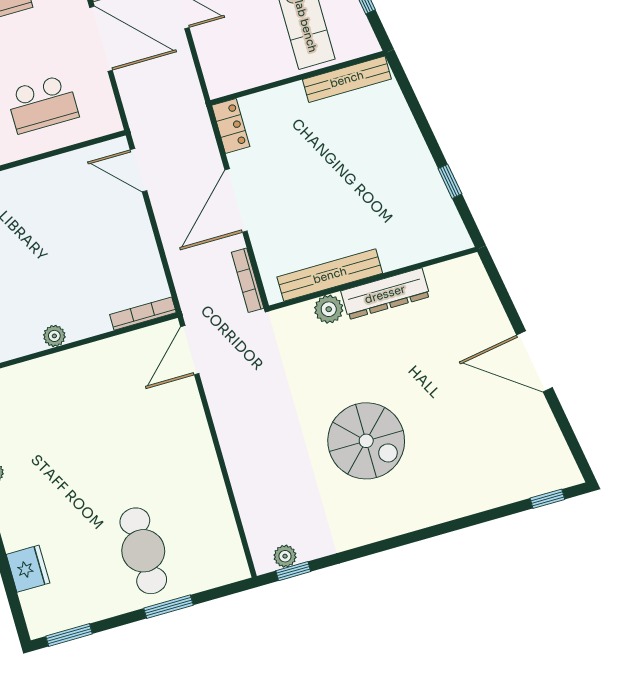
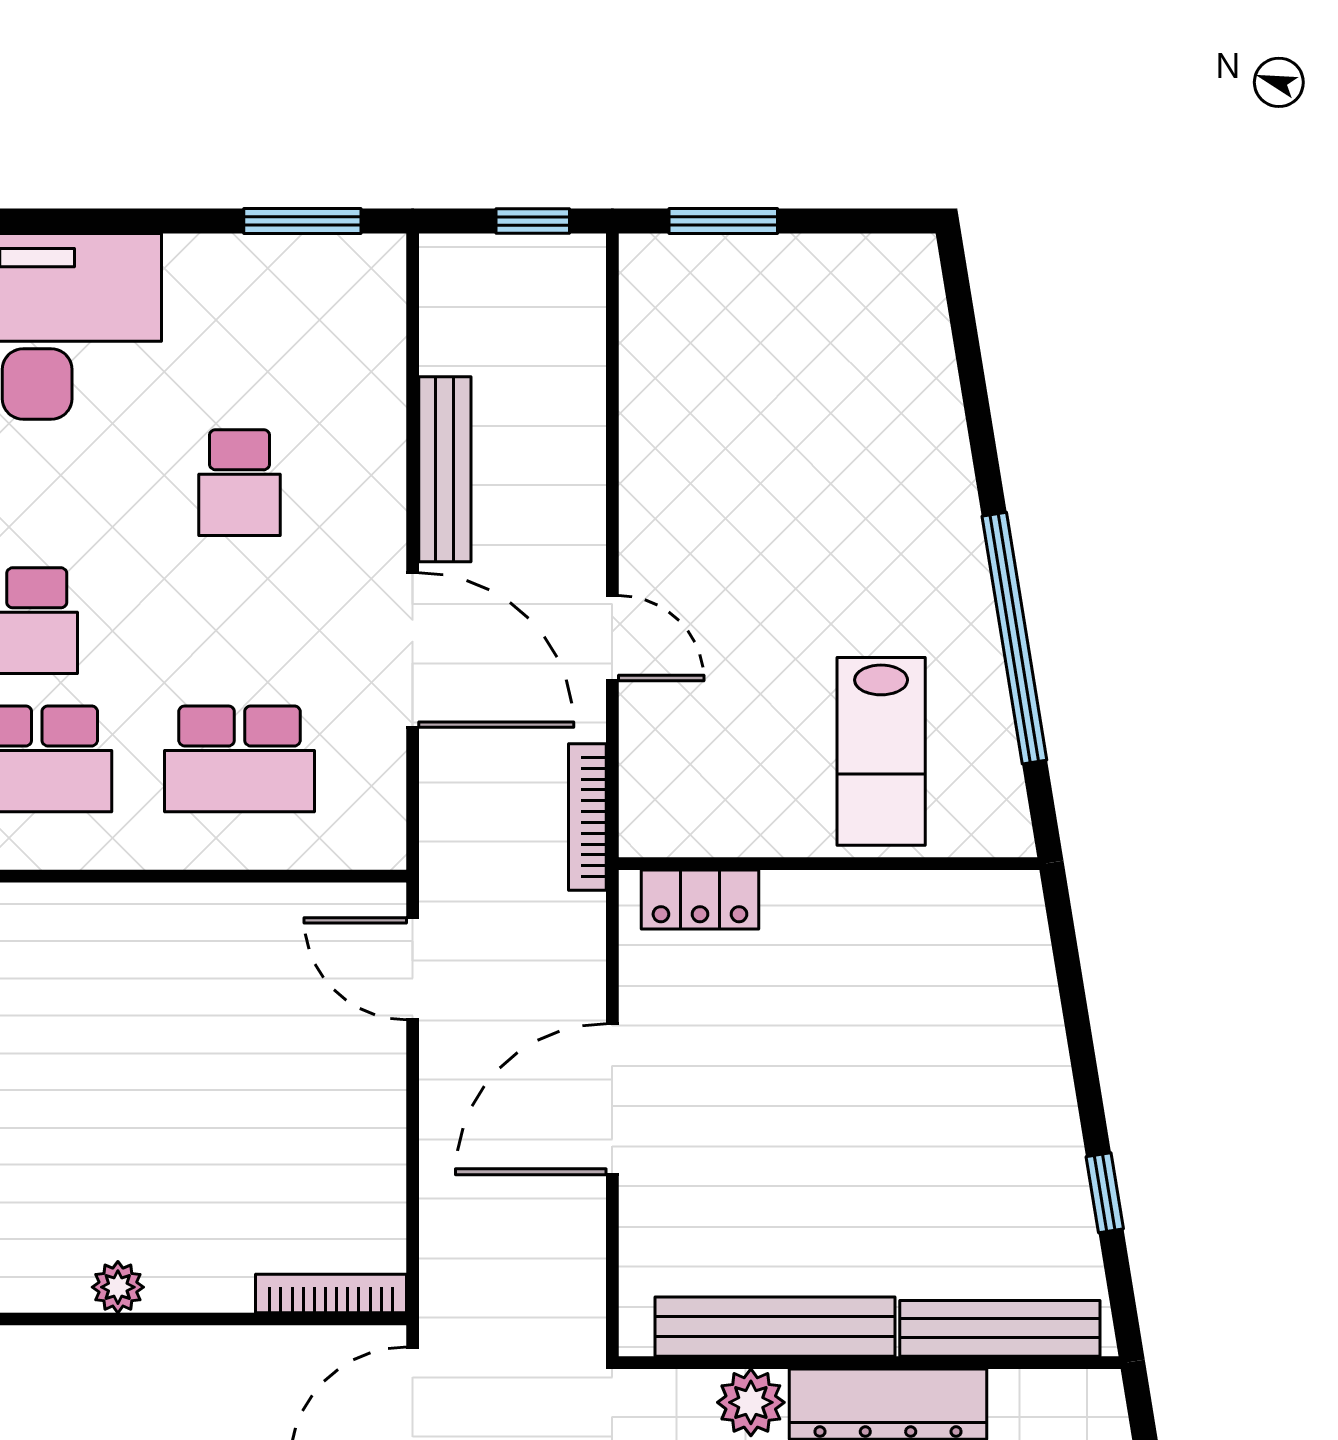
bench: (347, 79) -> (1000, 1328), moved
locker: (231, 126) -> (700, 899), moved, turned 90
bookcase: (248, 280) -> (587, 817), moved

